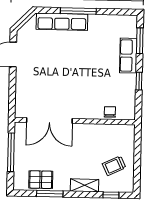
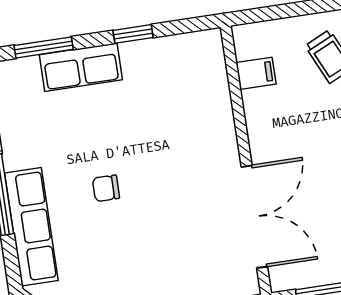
chair: (110, 112) -> (106, 188), moved
filing cabinet: (112, 132) -> (256, 73), added

